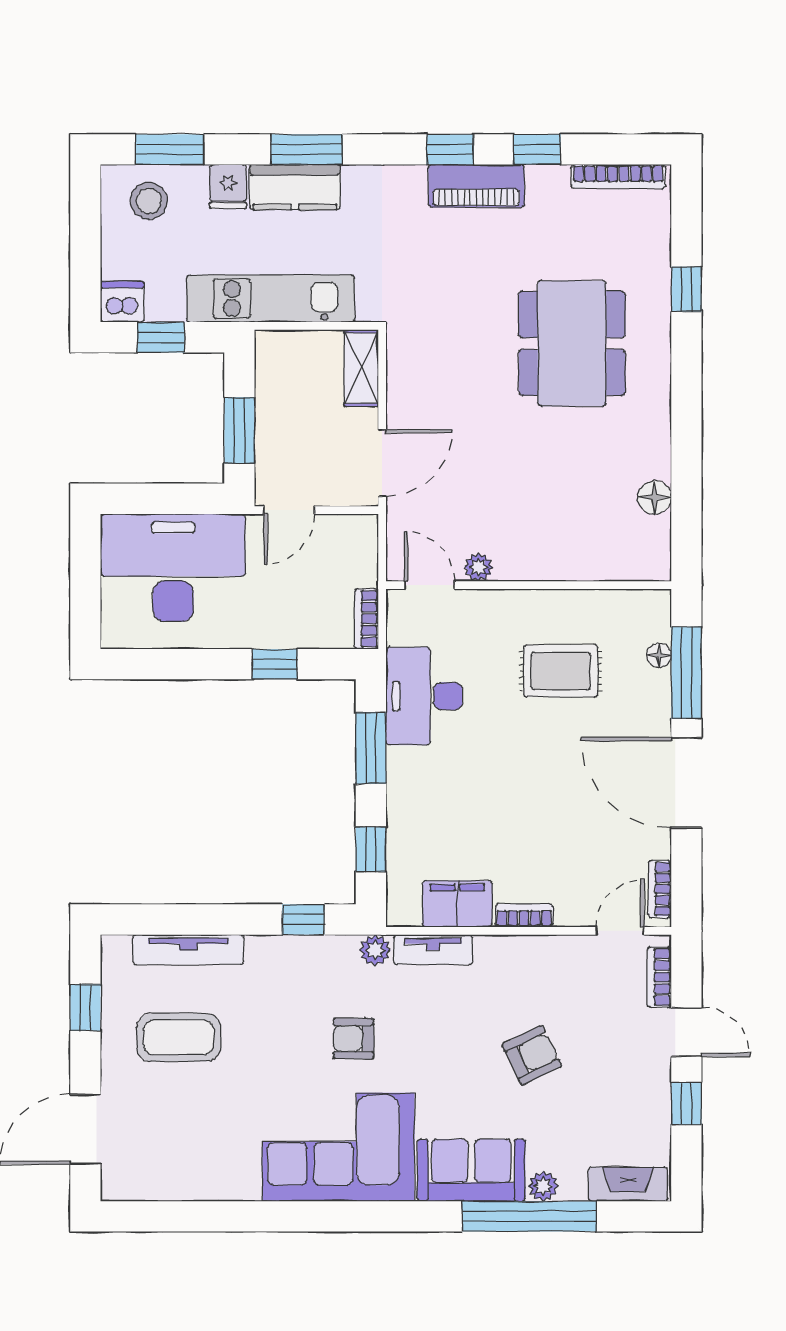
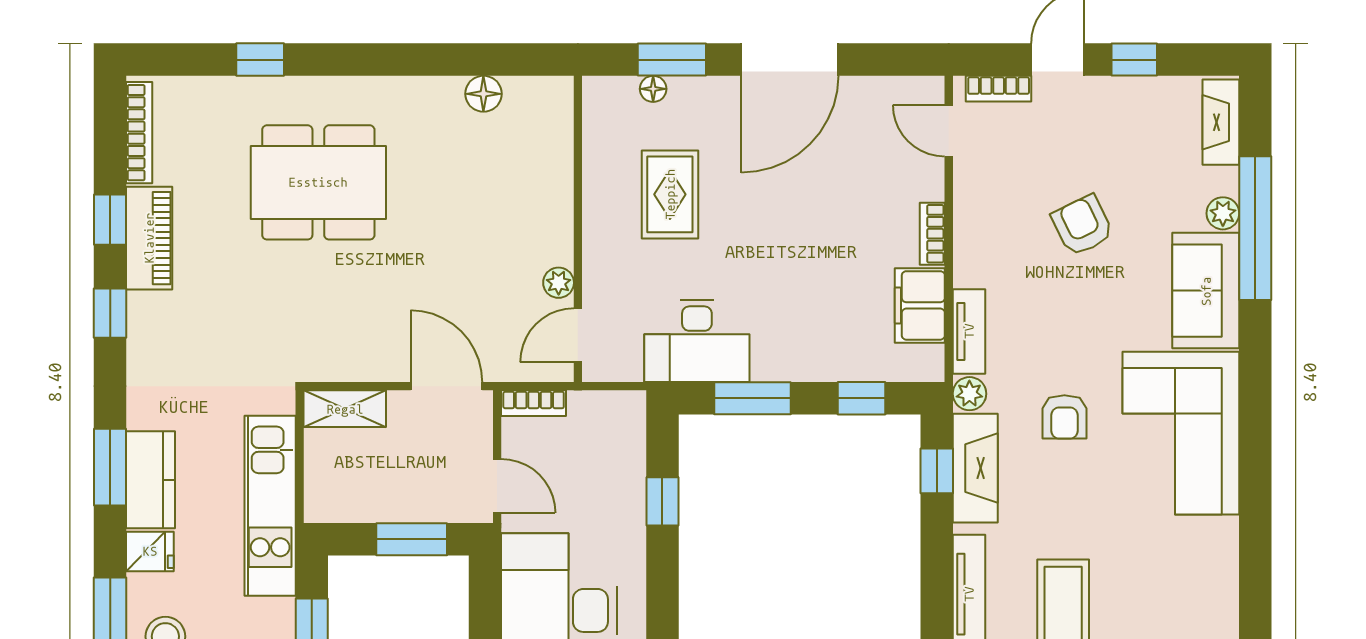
piano: (476, 186) -> (149, 238), moved
bookcase: (366, 619) -> (534, 403), moved
window: (686, 673) -> (672, 60), width x0.69
bookcase: (660, 889) -> (904, 88), removed
fireplace: (306, 955) -> (975, 468), added

